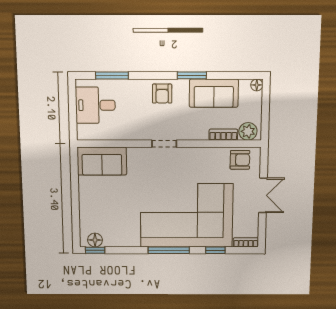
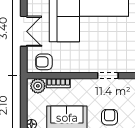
double door: (263, 195) -> (24, 31), swing flipped

